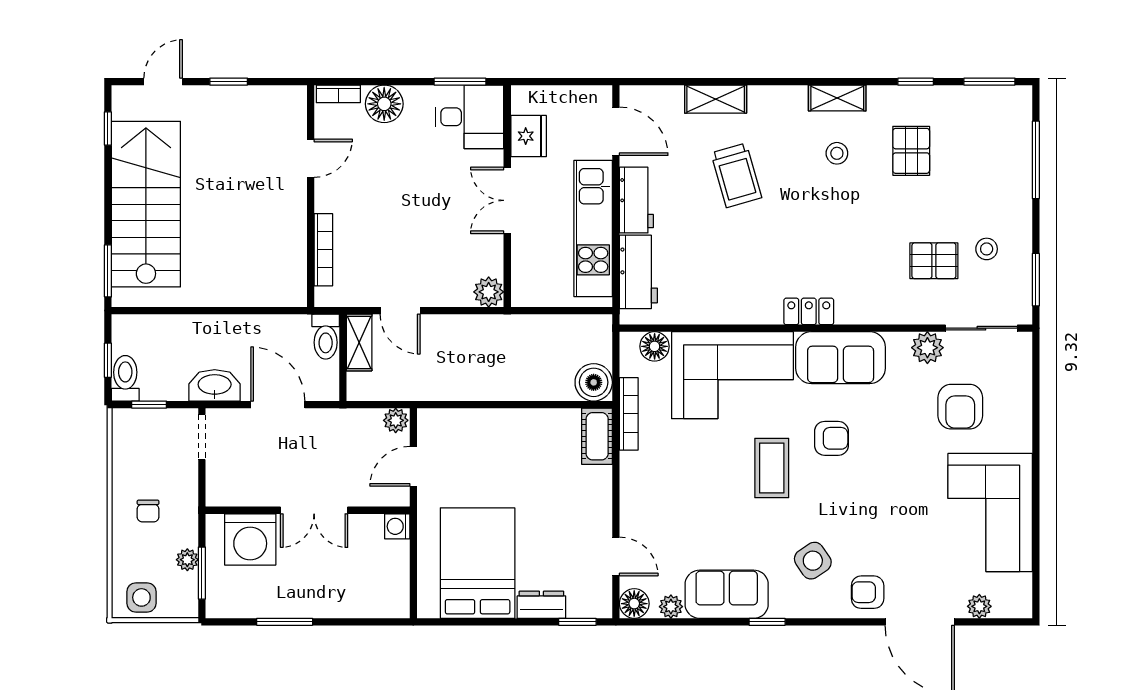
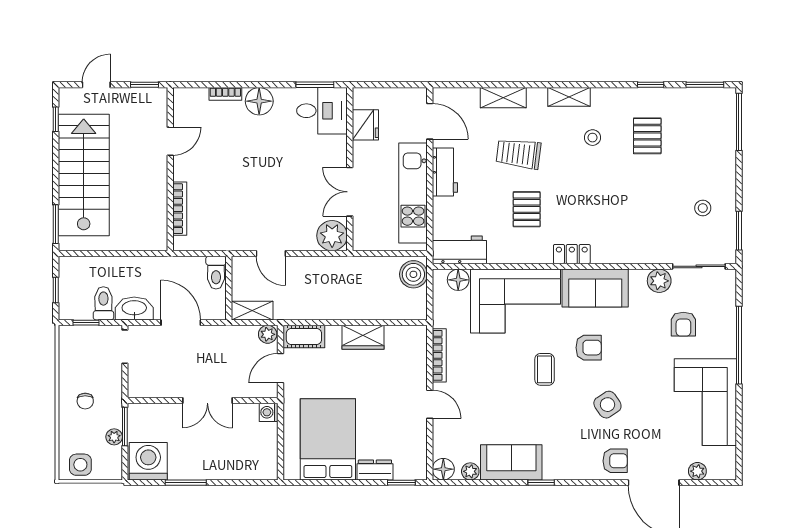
shelving: (837, 98) -> (569, 97), moved
door: (311, 158) -> (170, 141), moved
window: (1036, 160) -> (739, 122), moved
trolley: (736, 175) -> (518, 154), turned 113
wall: (311, 196) -> (170, 169), moved
double door: (507, 200) -> (350, 192), moved
bookcase: (323, 250) -> (180, 209), moved
pallet: (934, 261) -> (527, 209), moved, turned 90
workbench: (638, 272) -> (459, 250), moved, turned -90
plant: (489, 292) -> (332, 236), width x1.36, depth x1.36
shelving: (359, 342) -> (252, 311), moved, turned 90
toilet: (125, 378) -> (103, 303), moved
boiler: (594, 382) -> (413, 274), moved
armchair: (960, 407) -> (683, 324), width x0.72, depth x0.72
bookcase: (629, 414) -> (439, 355), moved
wardrobe: (525, 425) -> (363, 337), added
window: (1036, 435) -> (739, 345), added
cot: (597, 436) -> (304, 336), moved, turned 90
coffee table: (772, 468) -> (545, 369), width x0.73, depth x0.77
washing machine: (250, 539) -> (148, 461), moved, turned 180
door: (616, 556) -> (430, 404), moved
side table: (813, 561) -> (607, 405), moved
window: (202, 573) -> (125, 427), moved
armchair: (868, 592) -> (615, 461), turned 180

